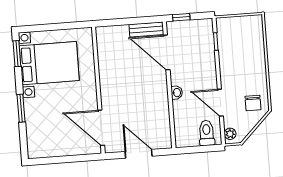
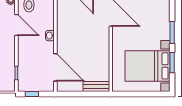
window: (181, 17) -> (32, 94), moved
bench: (146, 29) -> (96, 87), moved
window: (17, 54) -> (172, 63), moved

